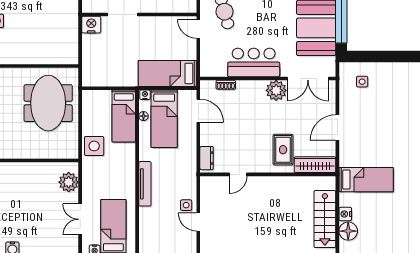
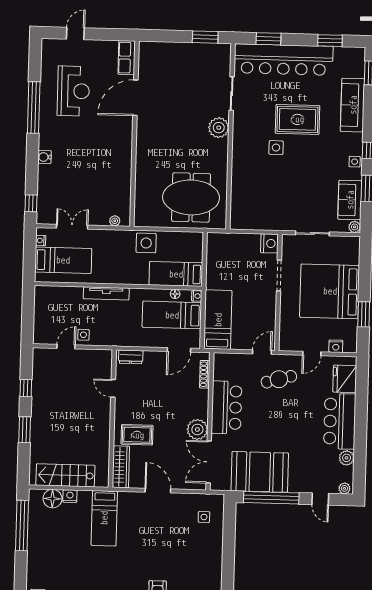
shoe rack: (226, 85) -> (205, 374), width x1.43
plant: (69, 182) -> (115, 221), width x0.53, depth x0.53

